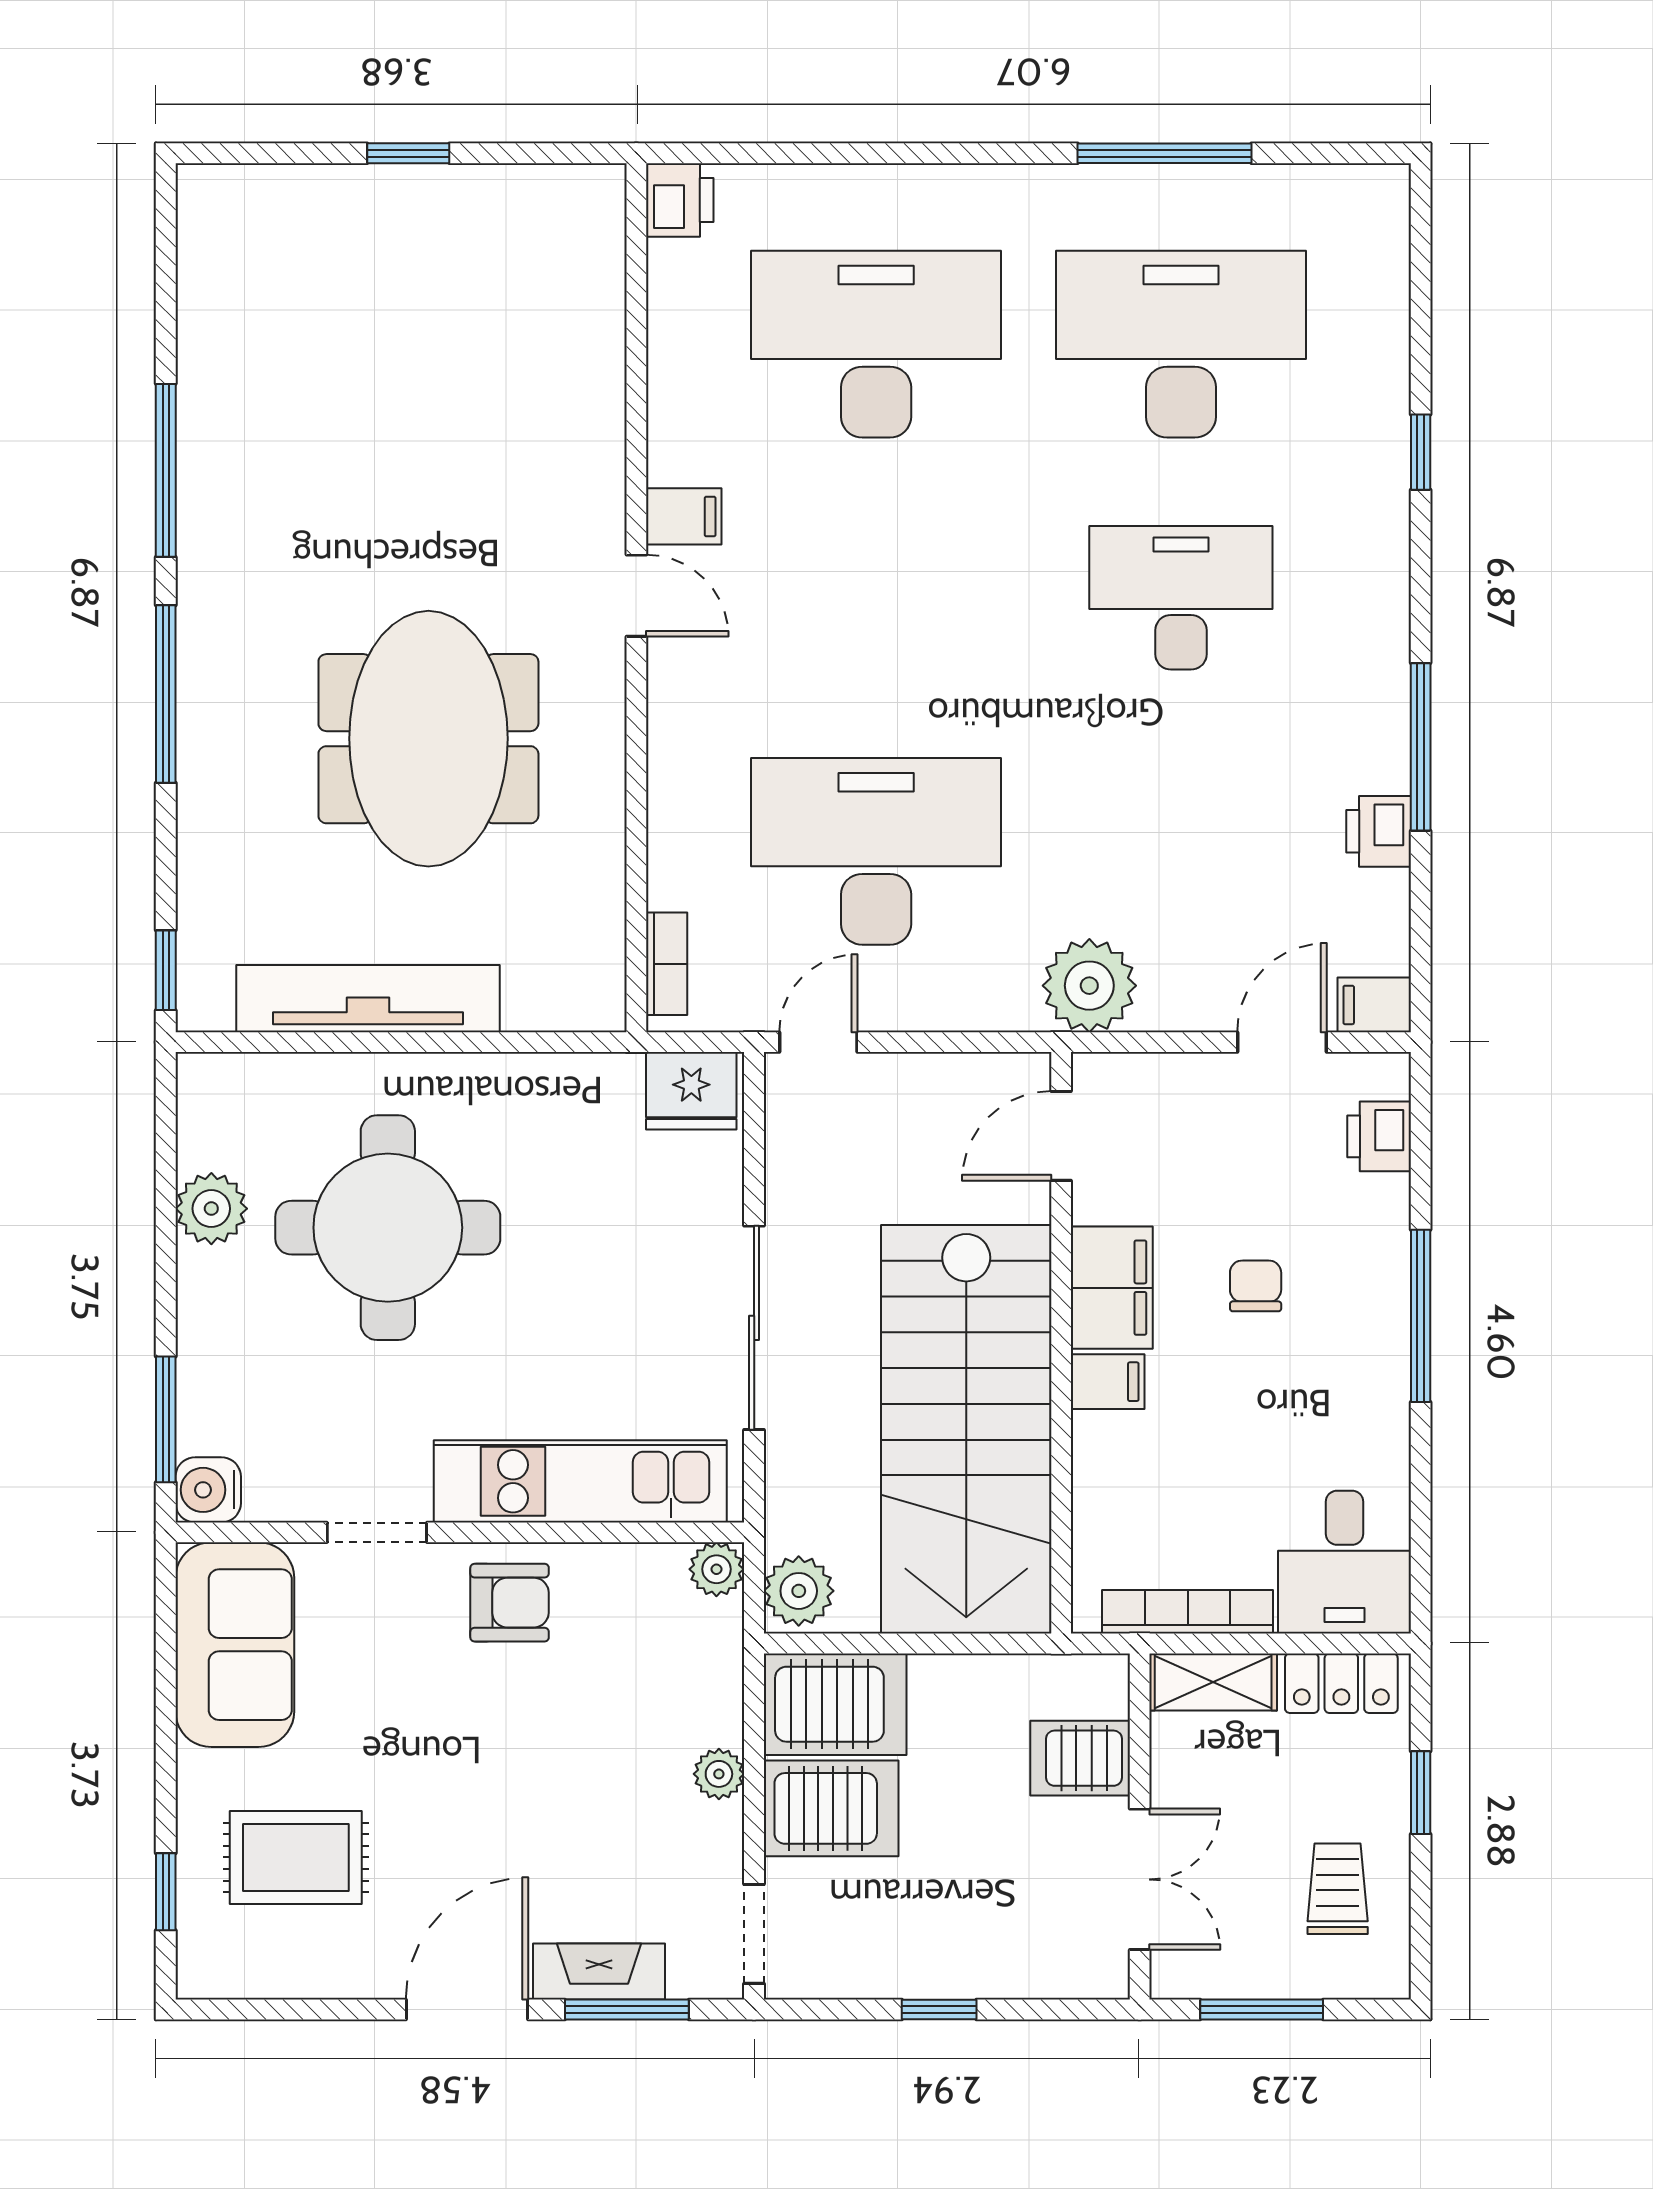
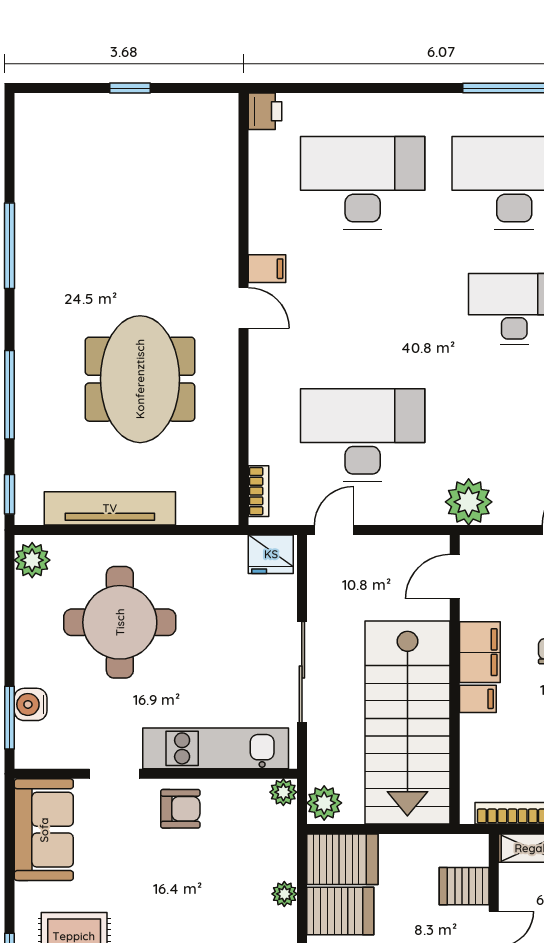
window: (166, 694) -> (9, 395), moved
plant: (211, 1209) -> (32, 560), moved
water cooler: (208, 1490) -> (31, 704), moved

